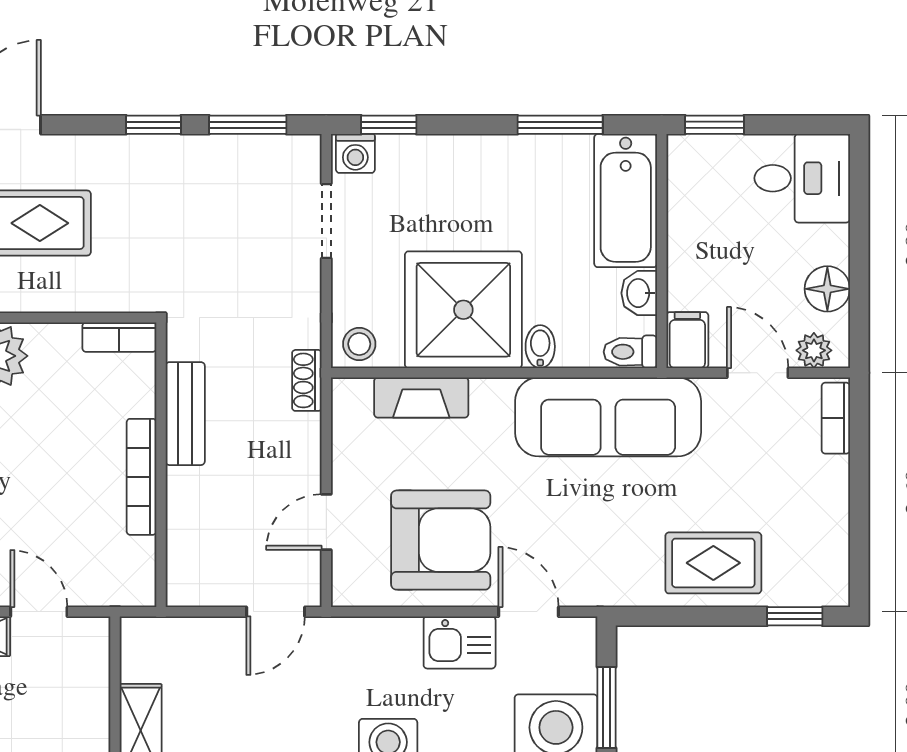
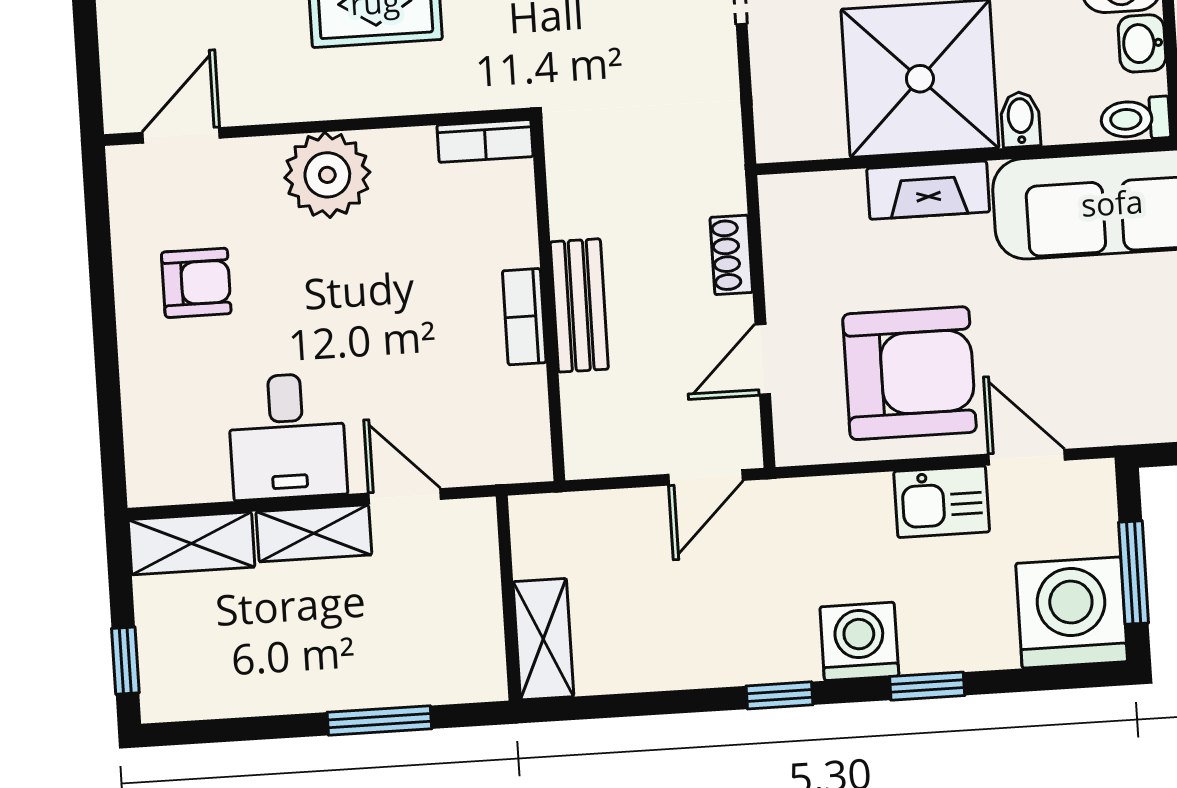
stool: (359, 344) -> (790, 131), removed
shoe rack: (307, 380) -> (731, 255), moved
fireplace: (421, 398) -> (928, 190), moved
bench: (185, 414) -> (579, 305), moved
bookcase: (141, 477) -> (524, 317), width x0.64

